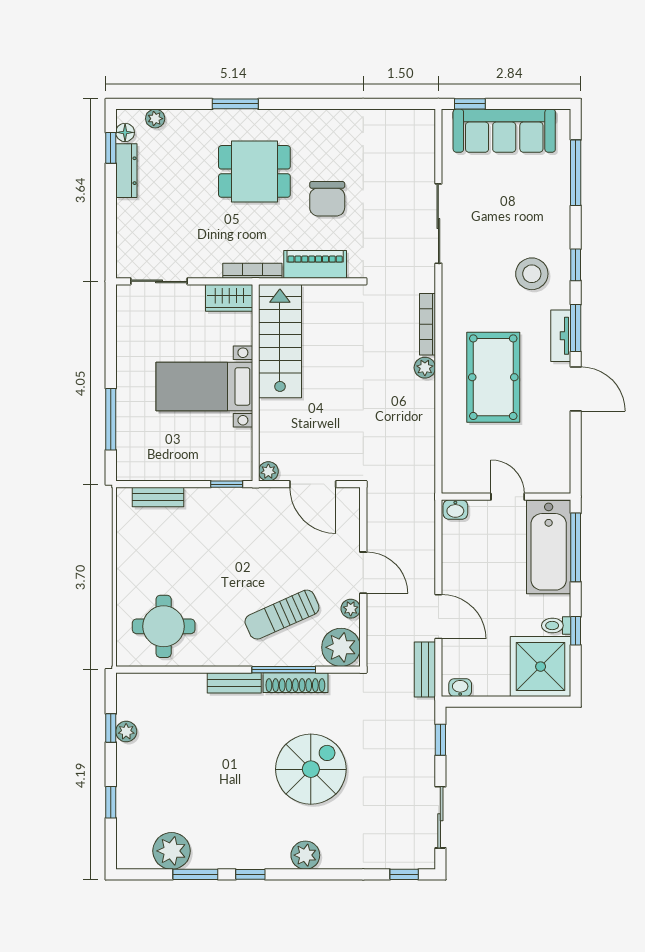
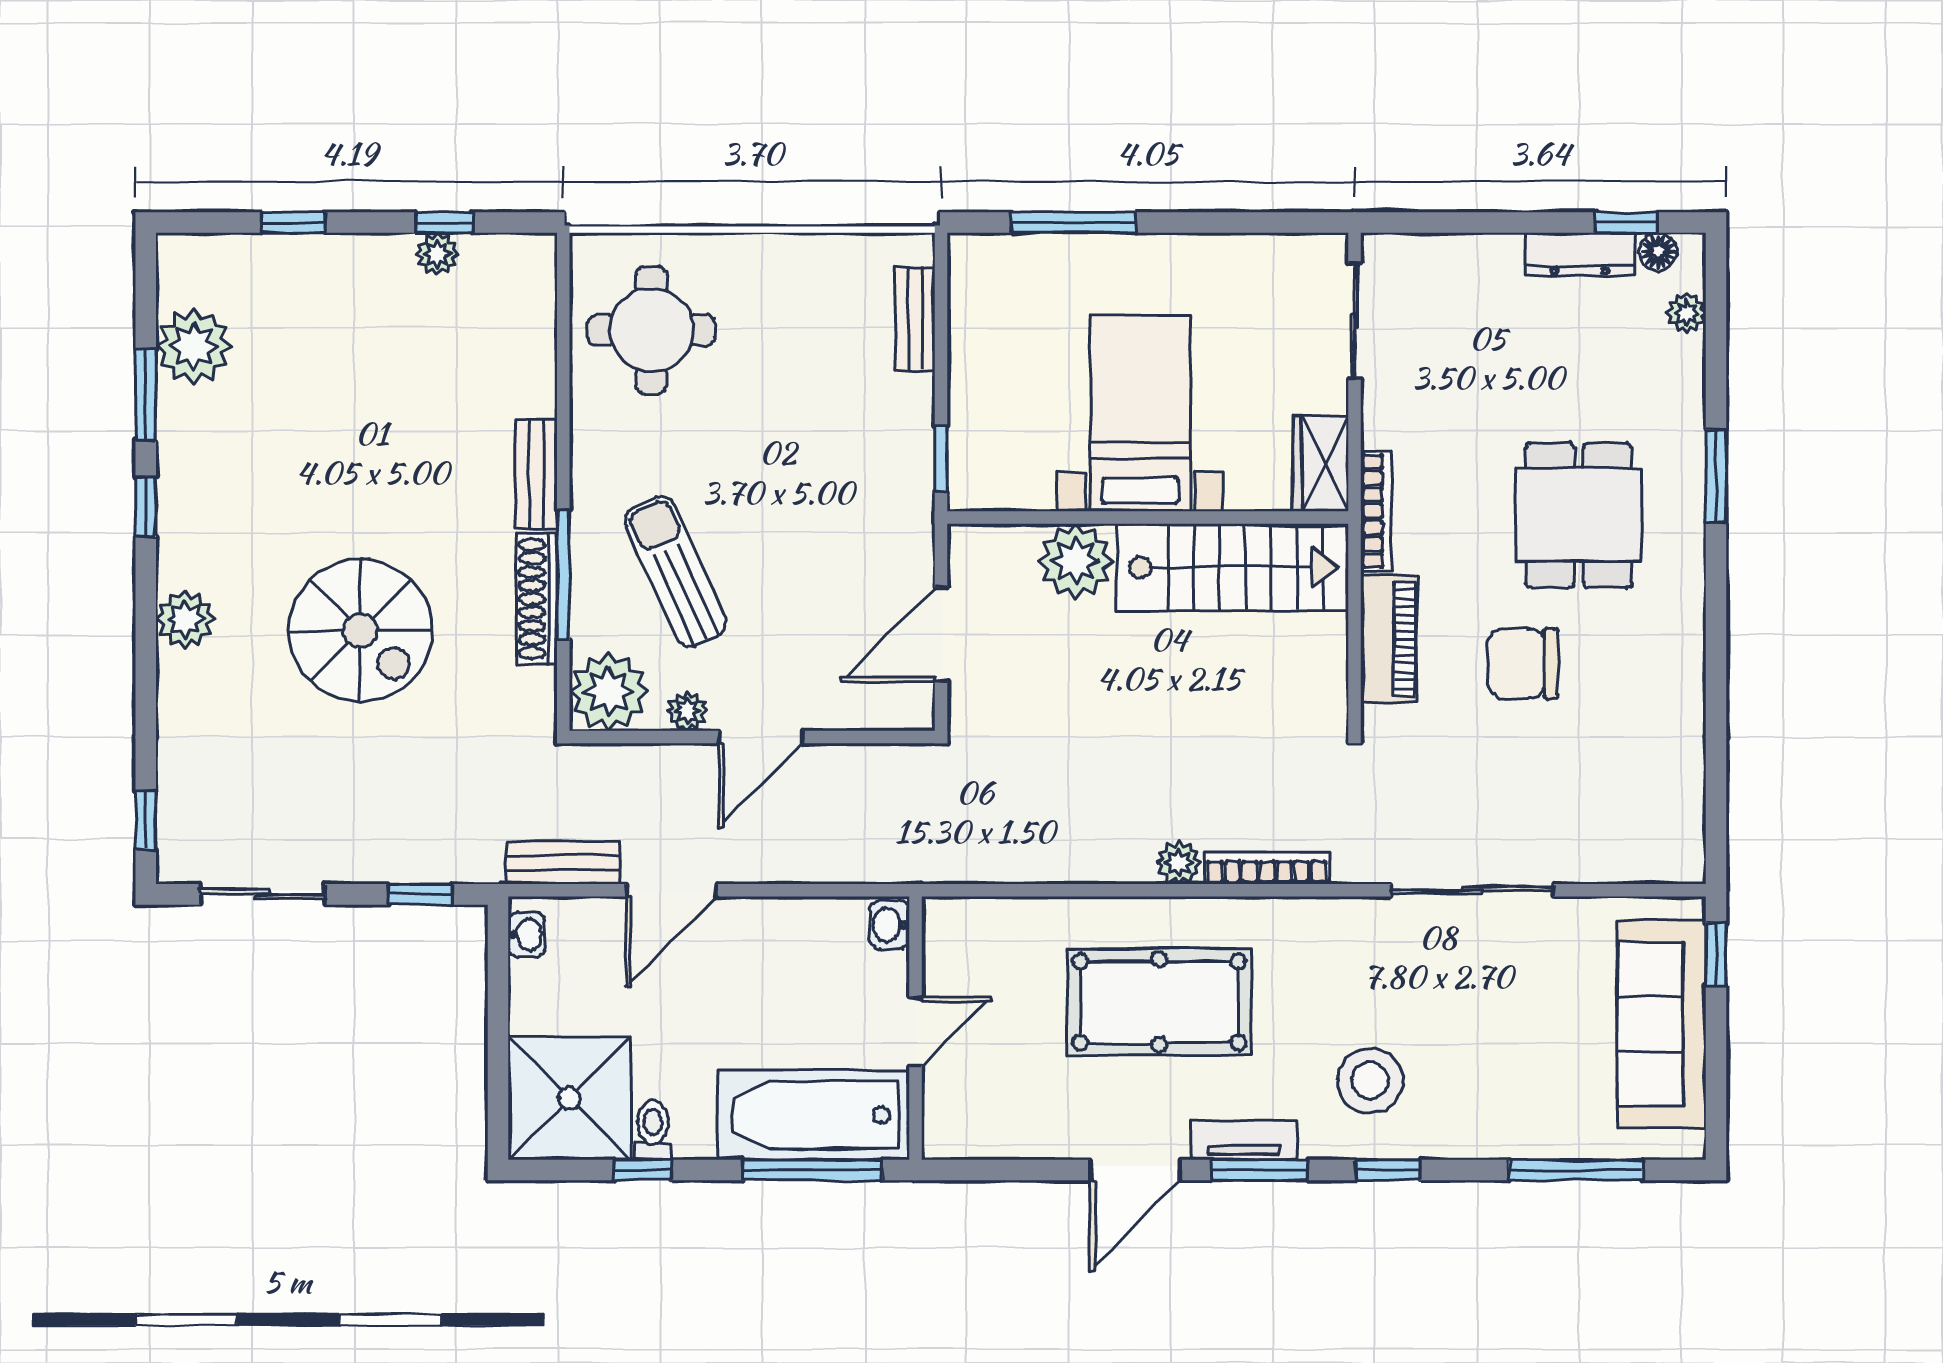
plant: (268, 471) -> (1076, 561), moved, width x1.88, depth x1.88

